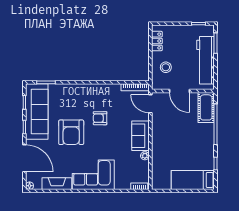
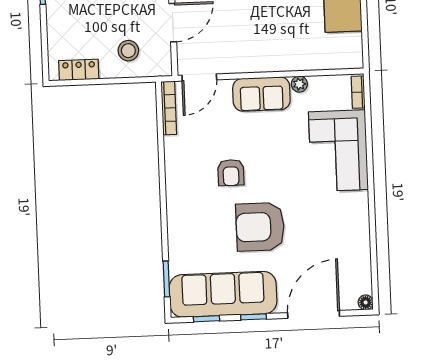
armchair: (71, 132) -> (260, 227), turned 180
corner sofa: (93, 175) -> (338, 151), moved
fireplace: (57, 184) -> (359, 250), removed

